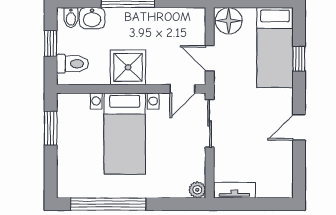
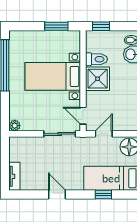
window: (51, 43) -> (101, 26), moved
toilet: (73, 64) -> (96, 59), moved, turned -90
tv unit: (234, 190) -> (14, 176), moved

